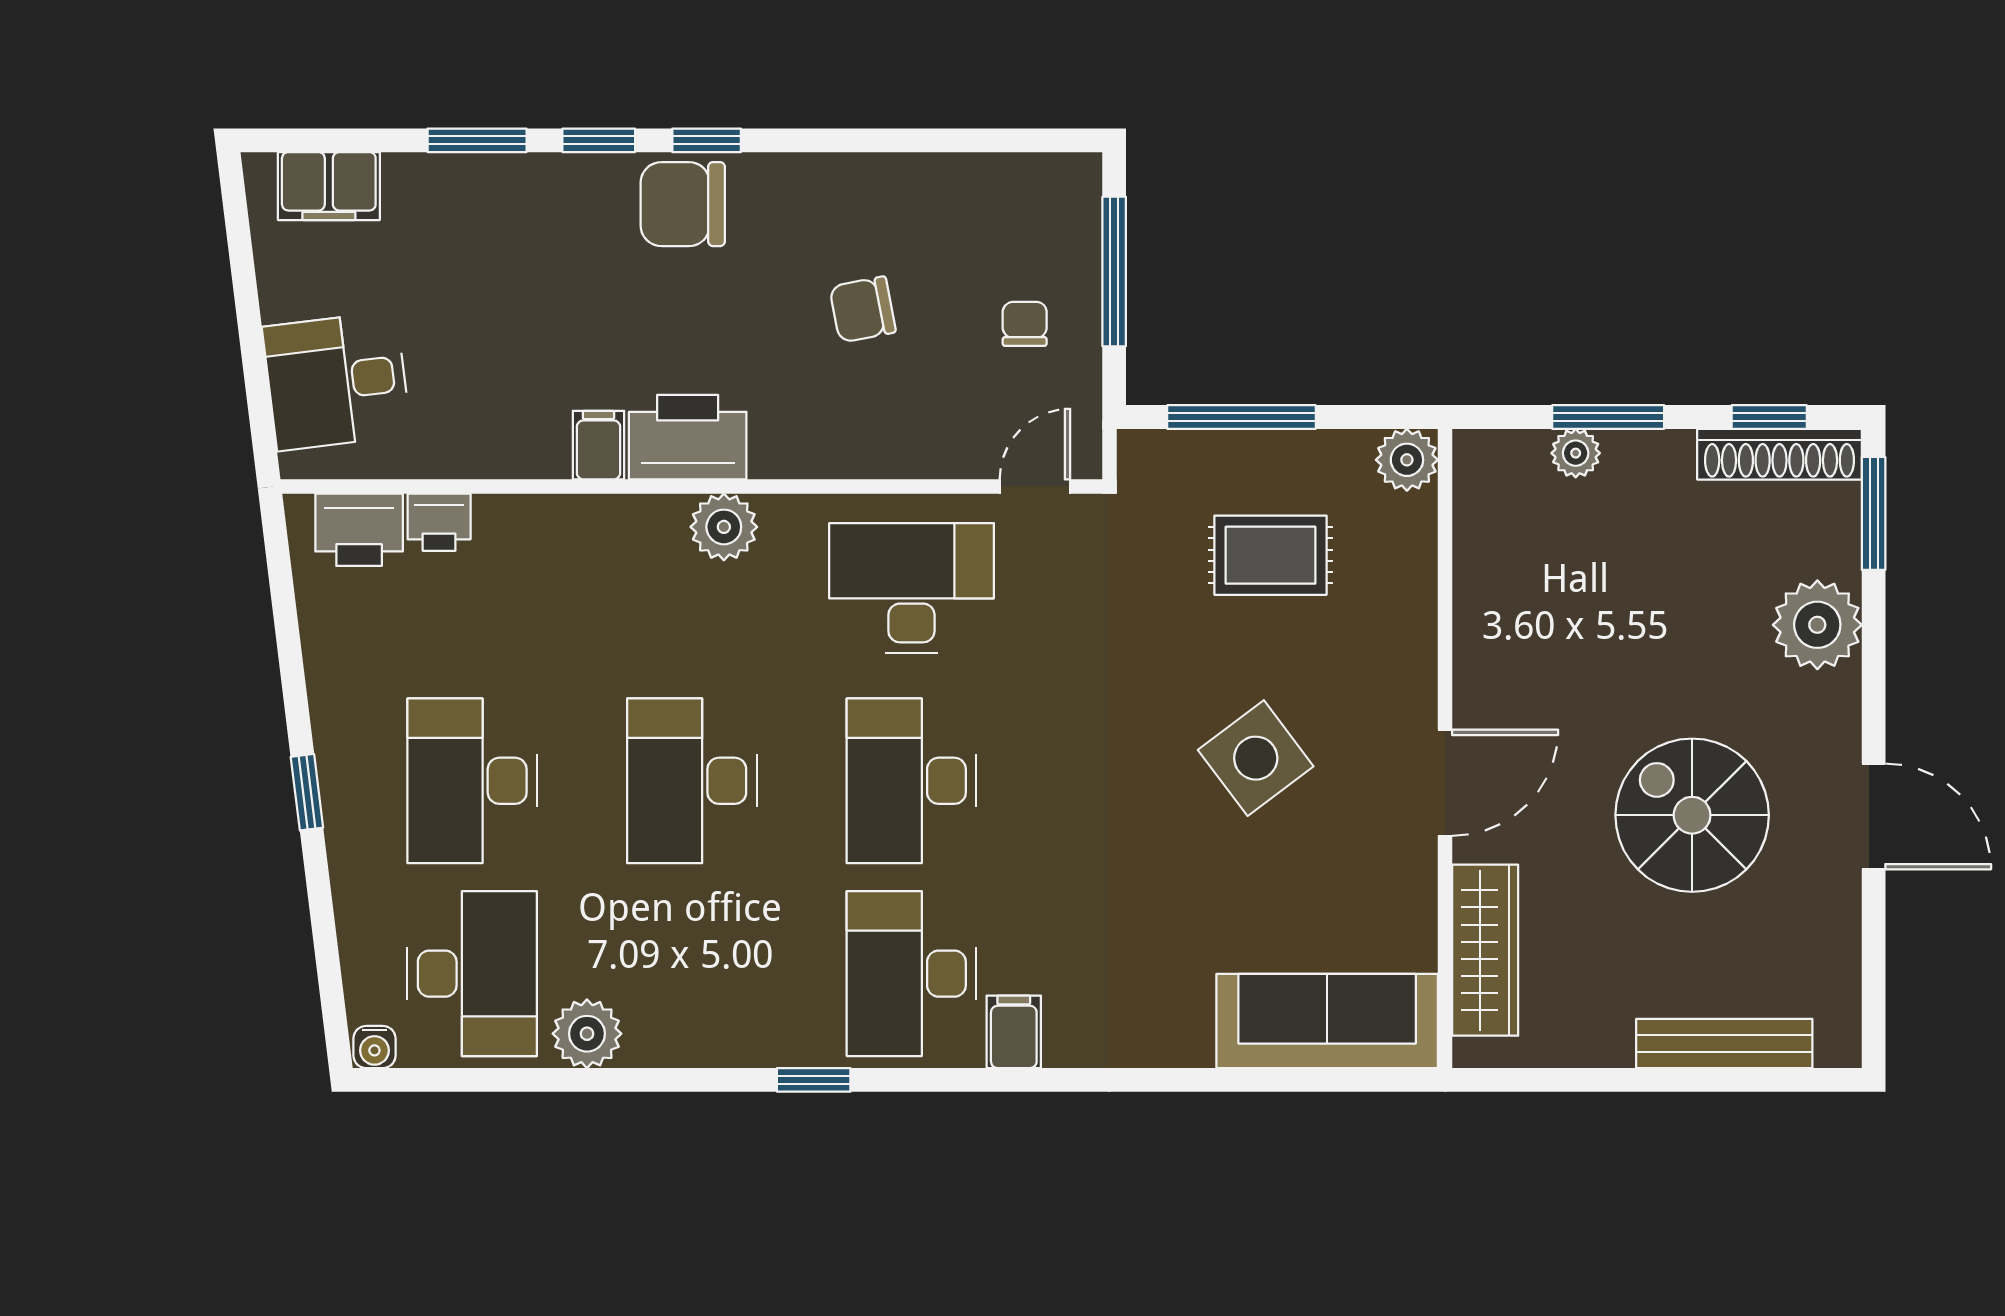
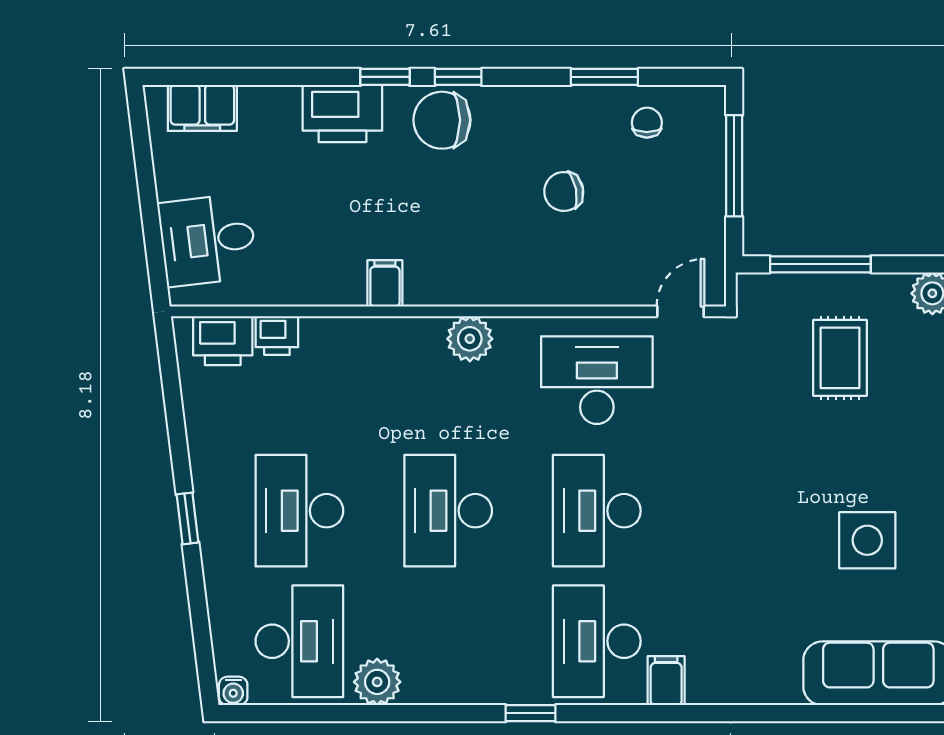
window: (477, 140) -> (604, 77), moved
chair: (1025, 324) -> (647, 123), moved
printer: (688, 437) -> (342, 114), moved, turned 180
rug: (1271, 555) -> (840, 358), turned 90
side table: (1256, 758) -> (867, 540), moved, turned 37

